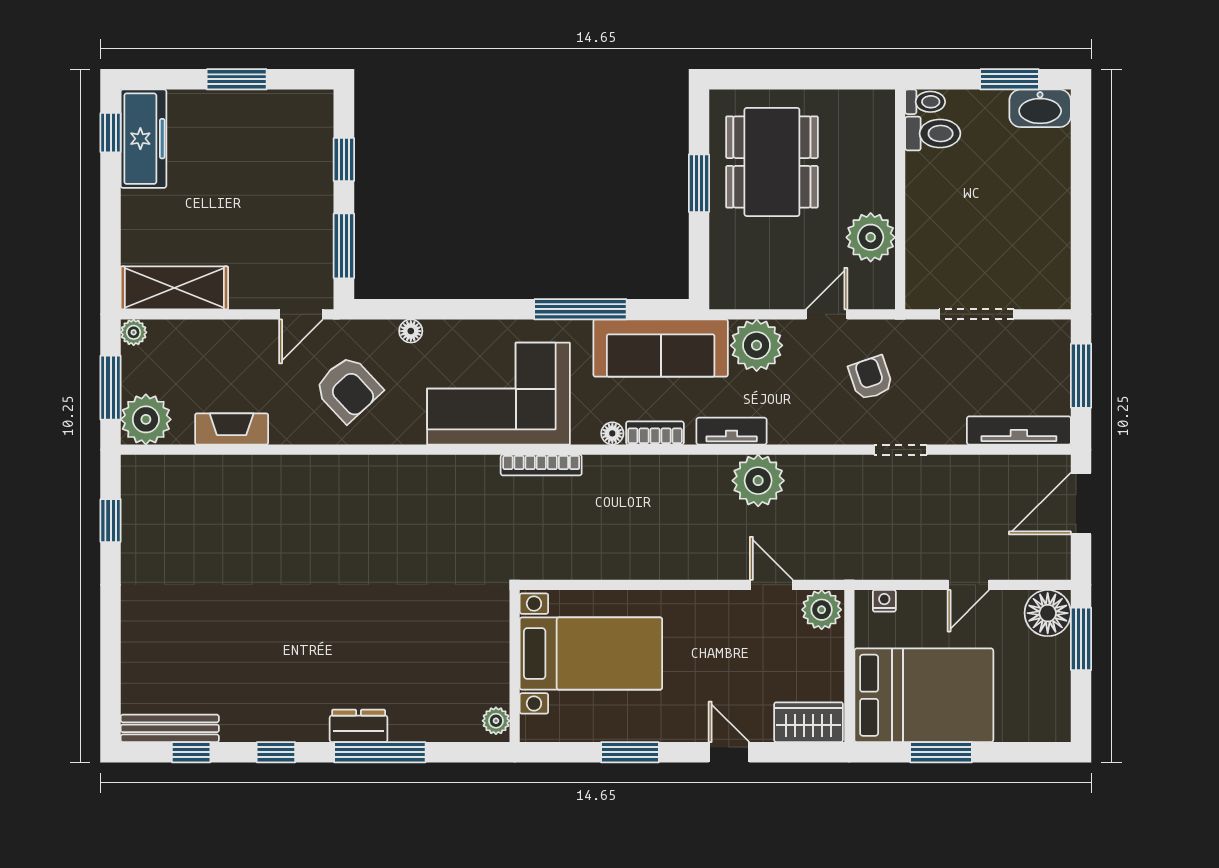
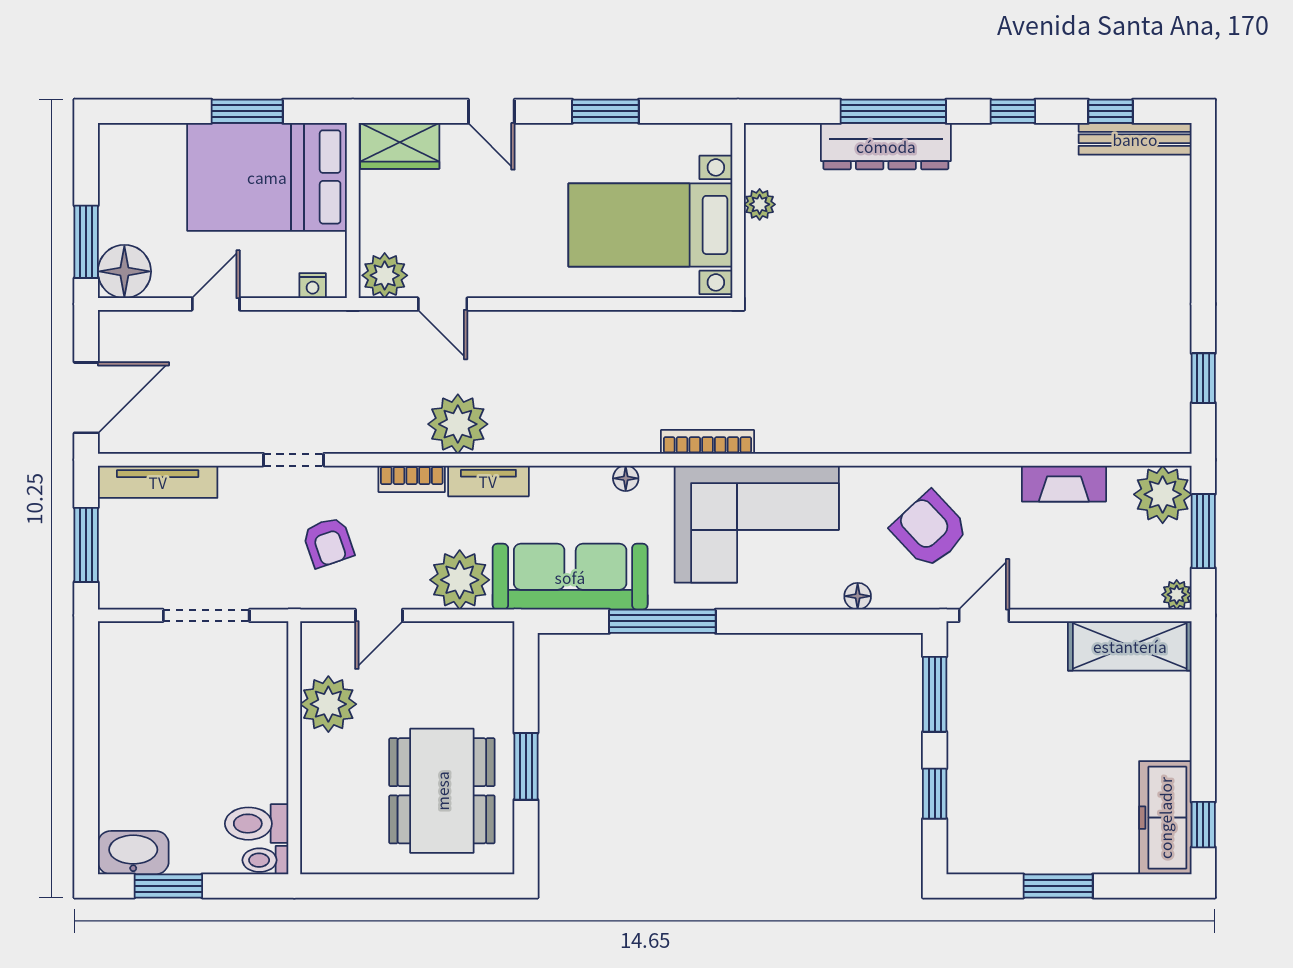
bookcase: (655, 433) -> (412, 479), moved
plant: (496, 721) -> (760, 204), moved
dresser: (359, 726) -> (886, 146), width x1.96, depth x1.24

